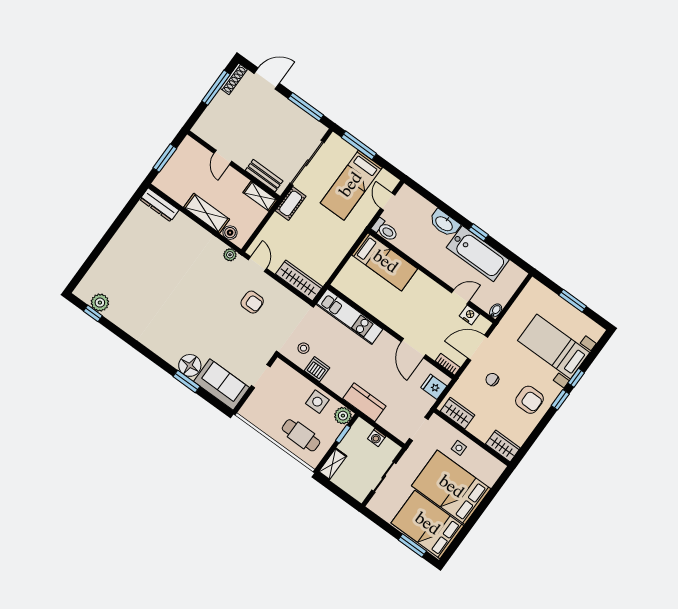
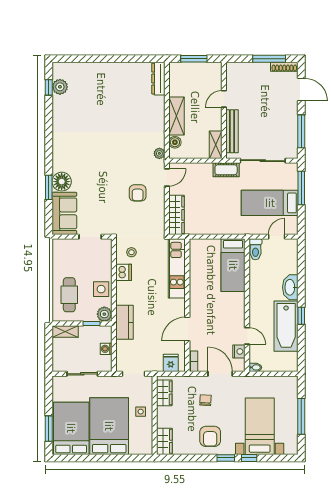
bench: (264, 176) -> (232, 131), width x1.36
window: (573, 301) -> (301, 416), width x1.44

